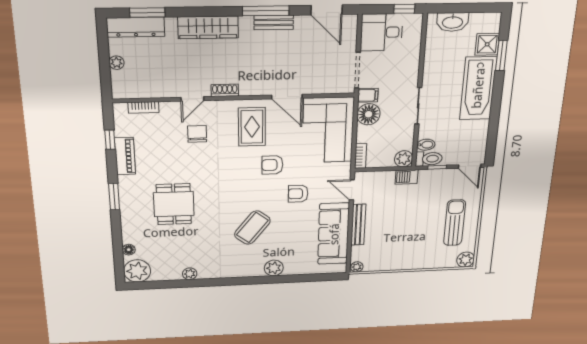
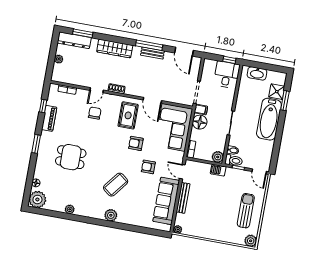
desk: (382, 32) -> (227, 75), moved, turned 90
dining table: (174, 204) -> (71, 157), turned 90
plant: (274, 268) -> (111, 215), moved

